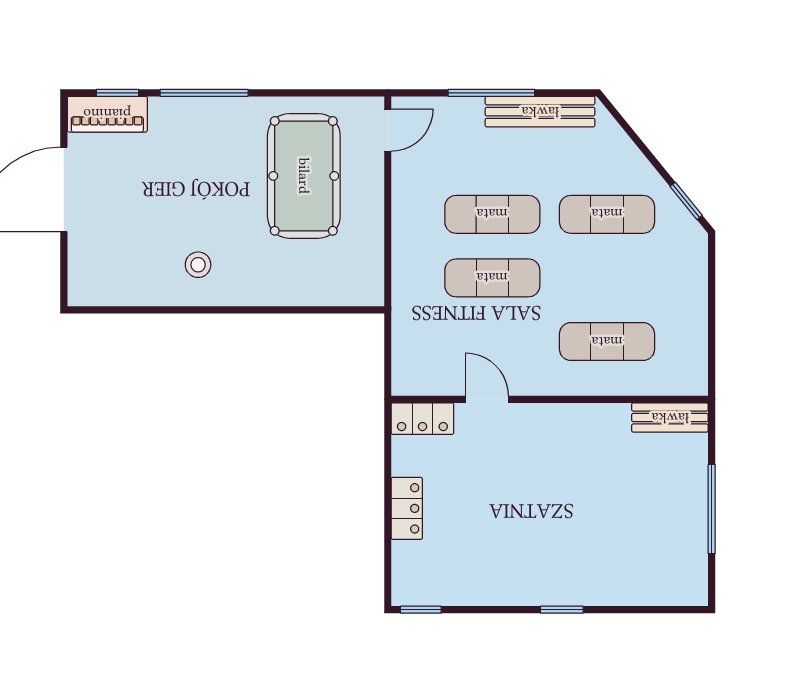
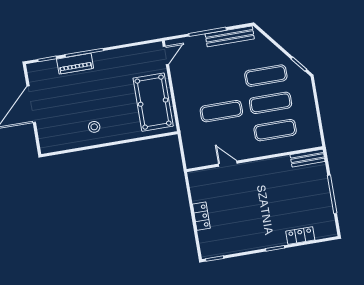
piano: (107, 114) -> (75, 64), moved
pool table: (304, 176) -> (153, 102), moved
exercise mat: (492, 214) -> (271, 103), moved
locker: (422, 419) -> (300, 236), moved, turned 180

